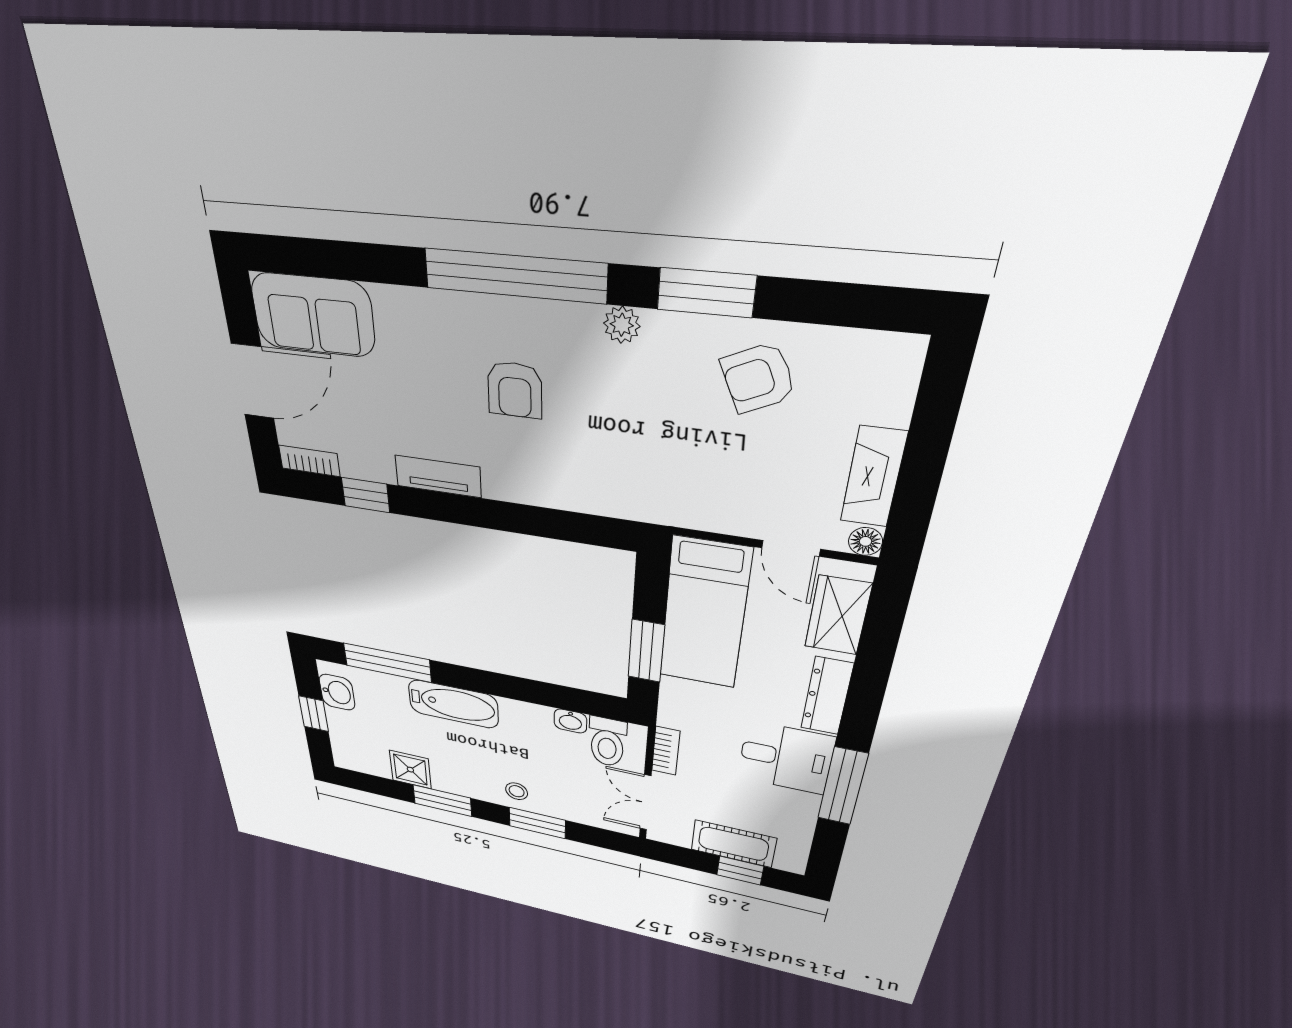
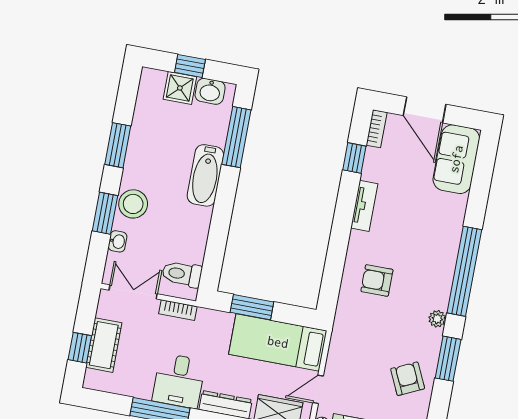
armchair: (515, 390) -> (377, 280), moved
washbasin: (570, 721) -> (118, 241), moved, turned 180
shower: (410, 770) -> (180, 88), moved
stool: (517, 791) -> (133, 204), width x1.89, depth x1.89

